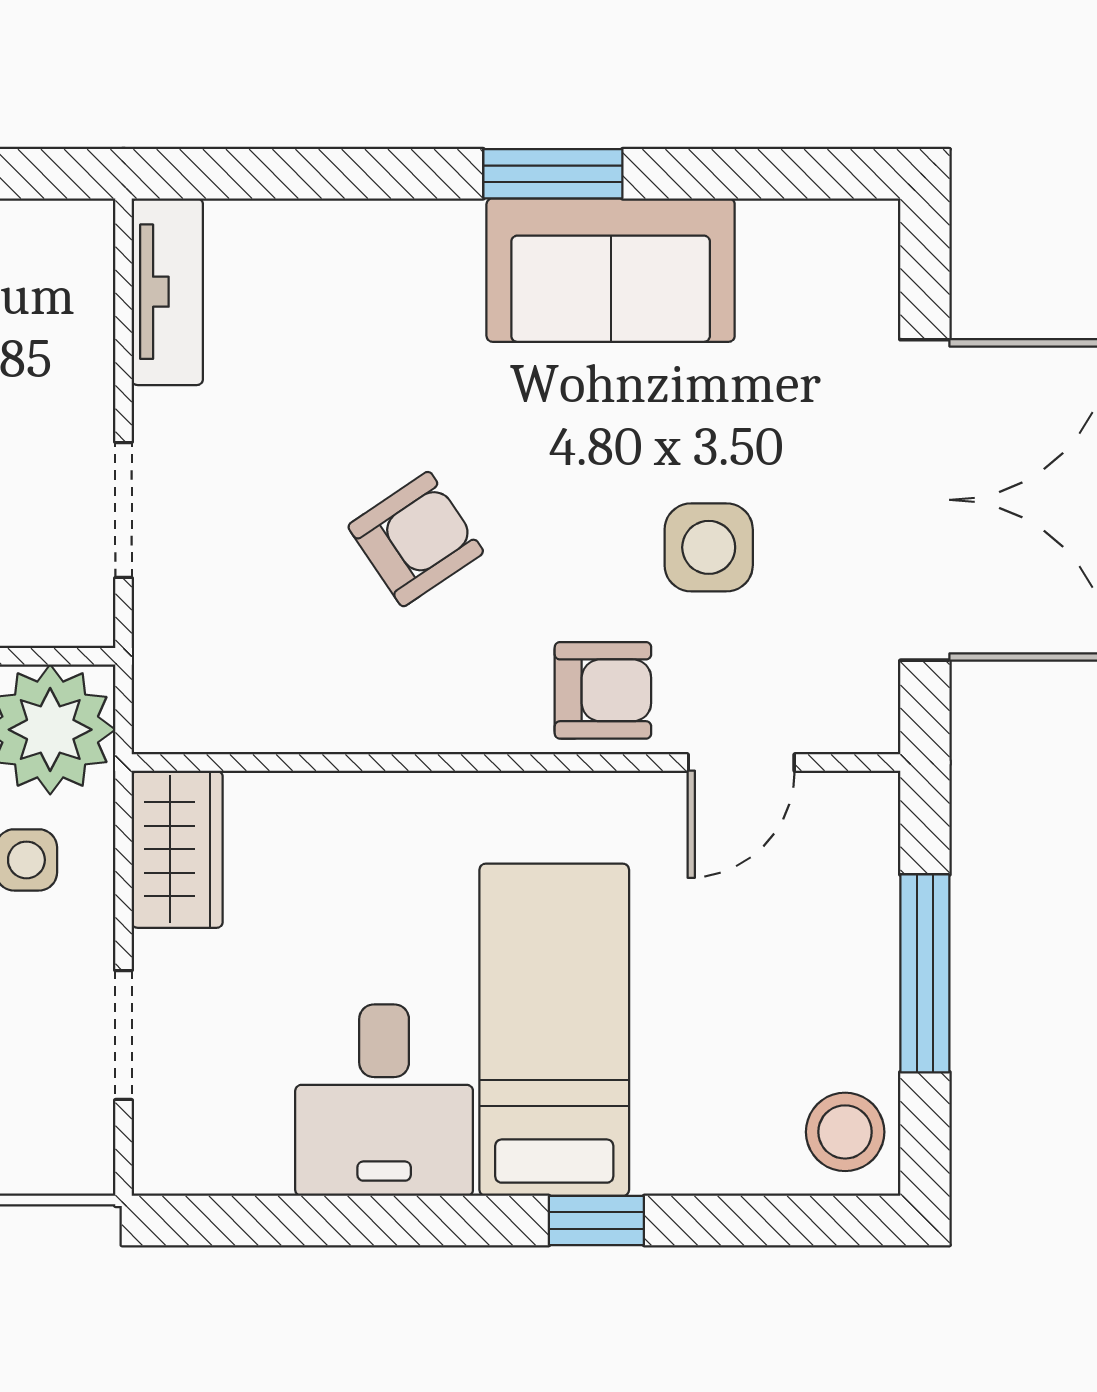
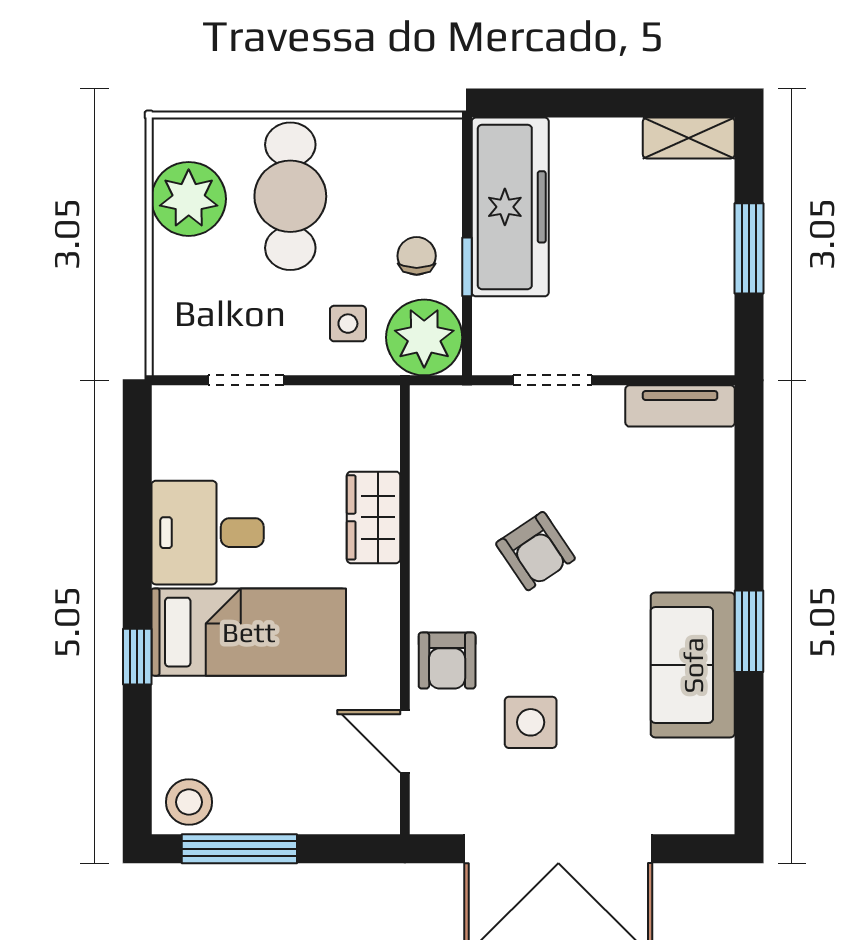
wardrobe: (177, 849) -> (373, 517), moved, turned 90
window: (925, 973) -> (239, 849), moved

